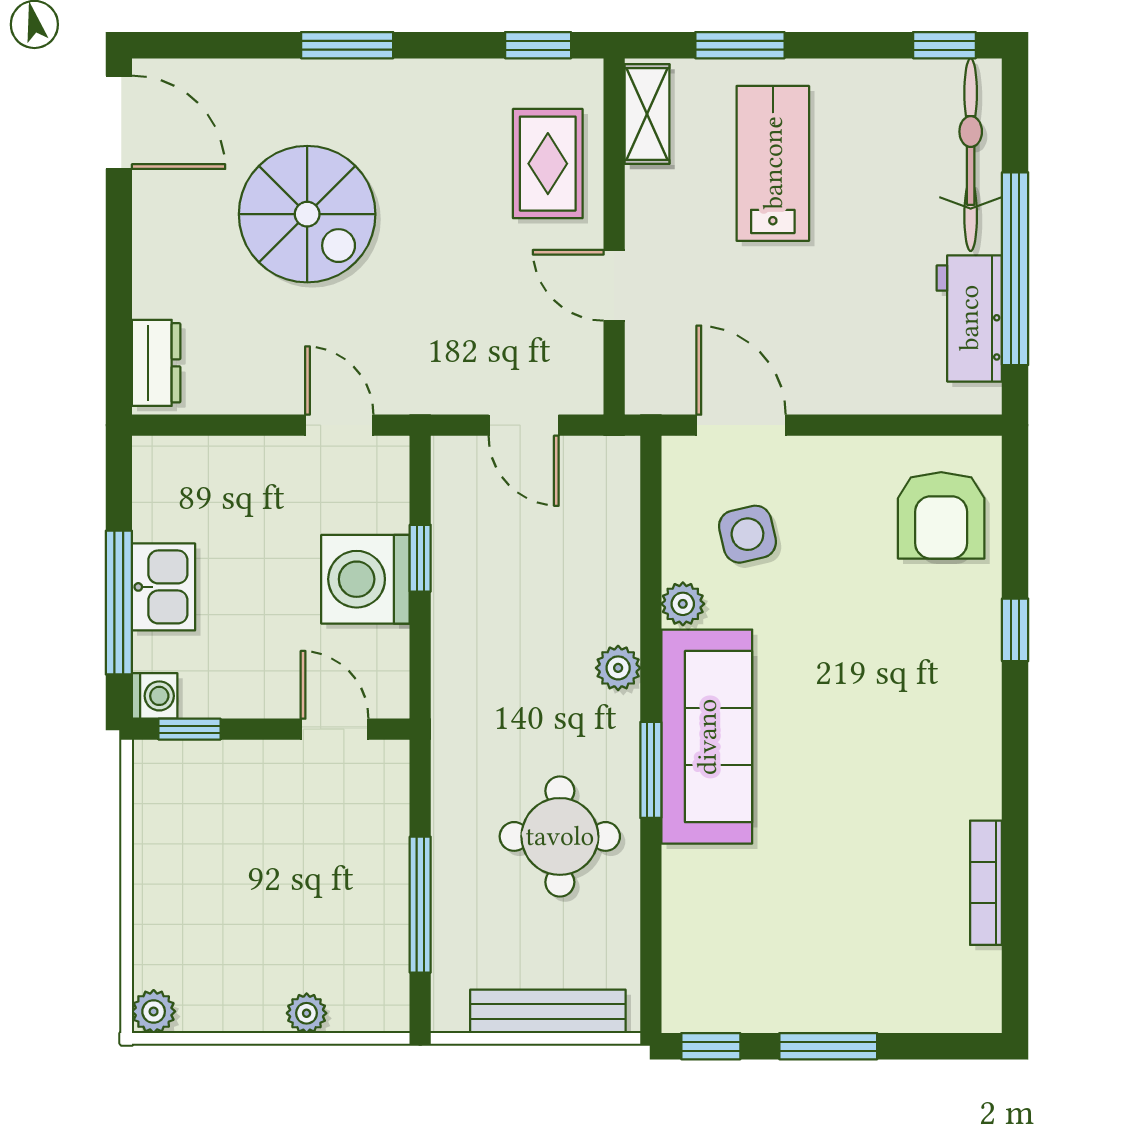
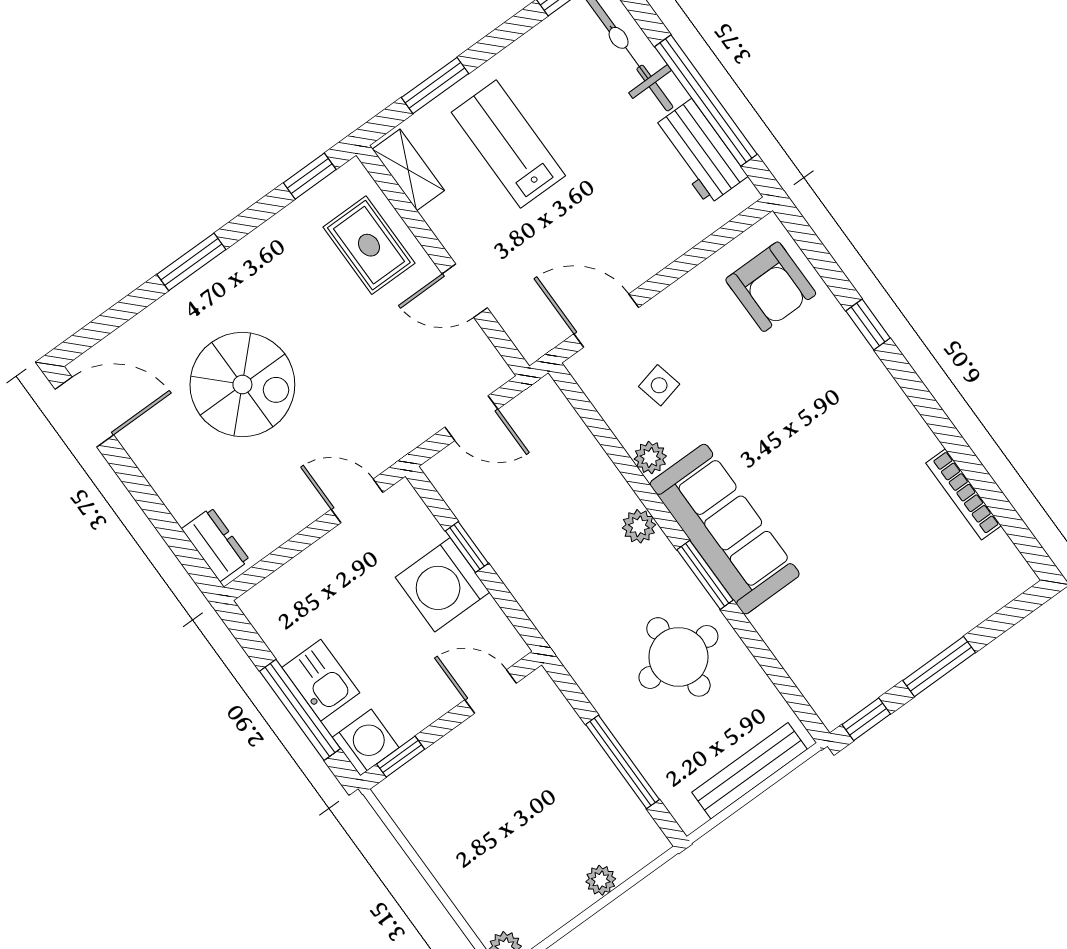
side table: (747, 534) -> (659, 385), width x0.73, depth x0.73
washing machine: (155, 696) -> (366, 742), width x1.38, depth x1.38

